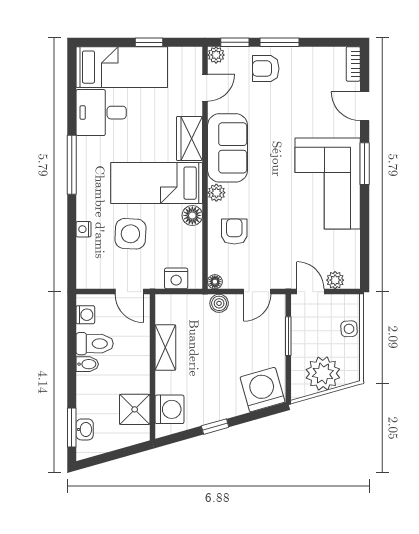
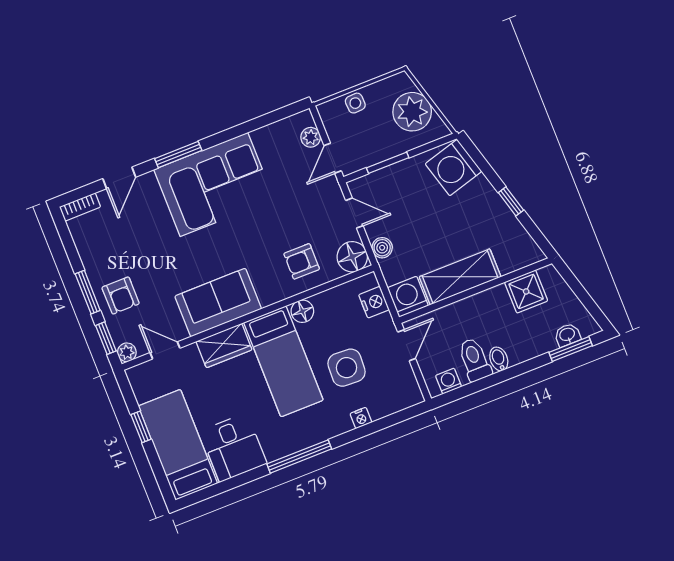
plant: (216, 193) -> (269, 296), removed
floor lamp: (215, 282) -> (352, 257), width x1.89, depth x1.89
shelving: (165, 348) -> (460, 277), width x1.50, depth x1.33
washing machine: (169, 409) -> (408, 297), moved

